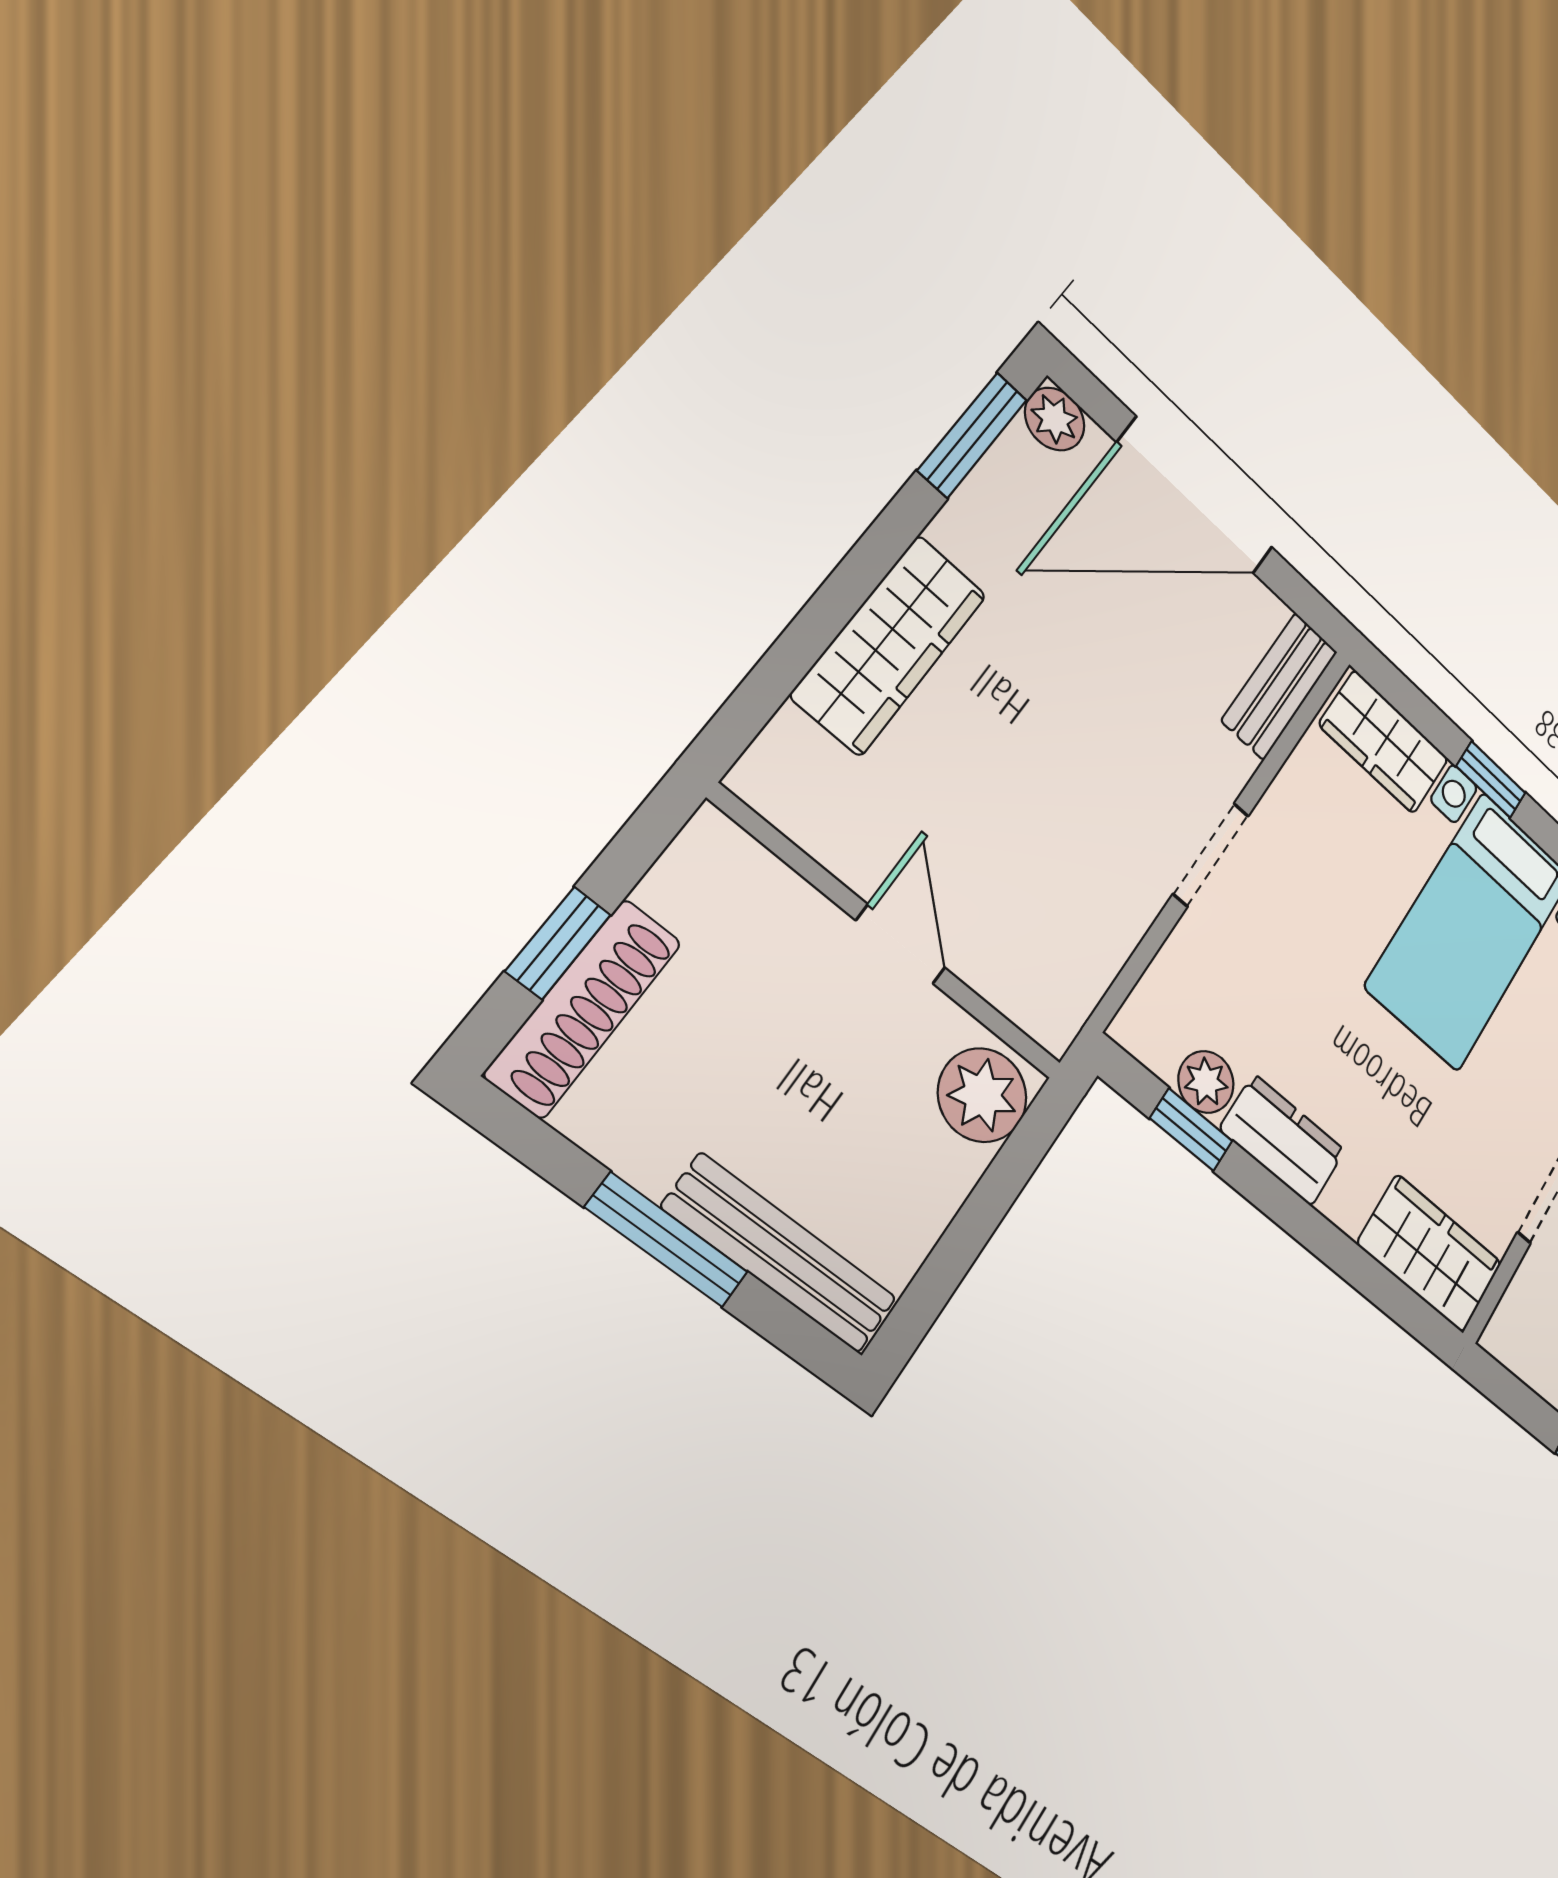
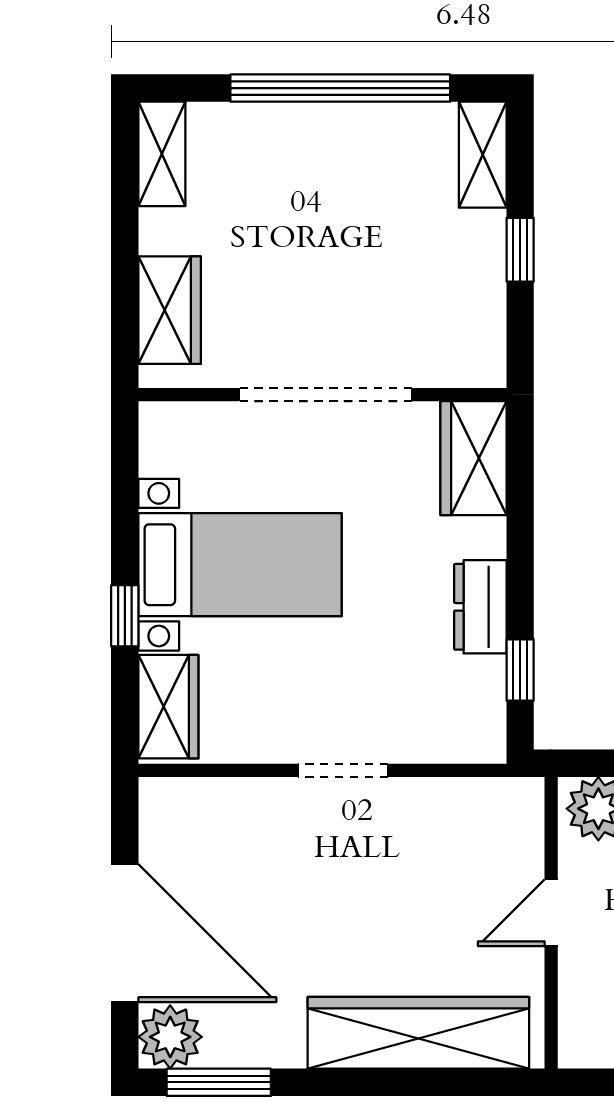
plant: (1055, 419) -> (170, 1037), width x1.38, depth x1.38
wardrobe: (890, 645) -> (418, 1033), width x1.40, depth x1.17
bench: (1280, 686) -> (196, 799), removed
plant: (1206, 1082) -> (484, 680), removed

